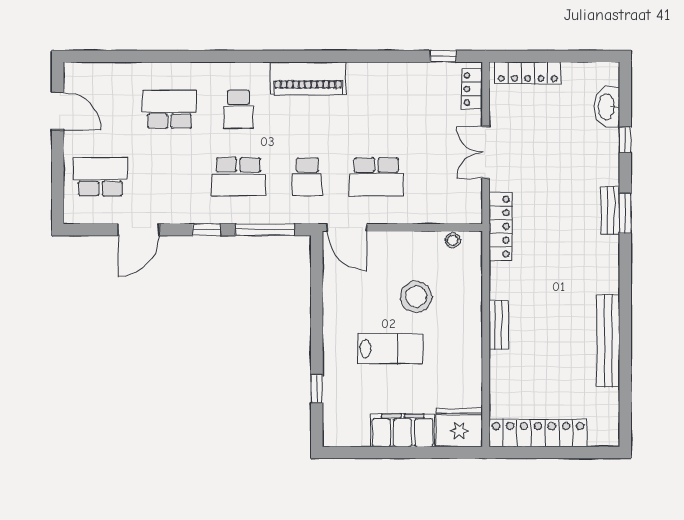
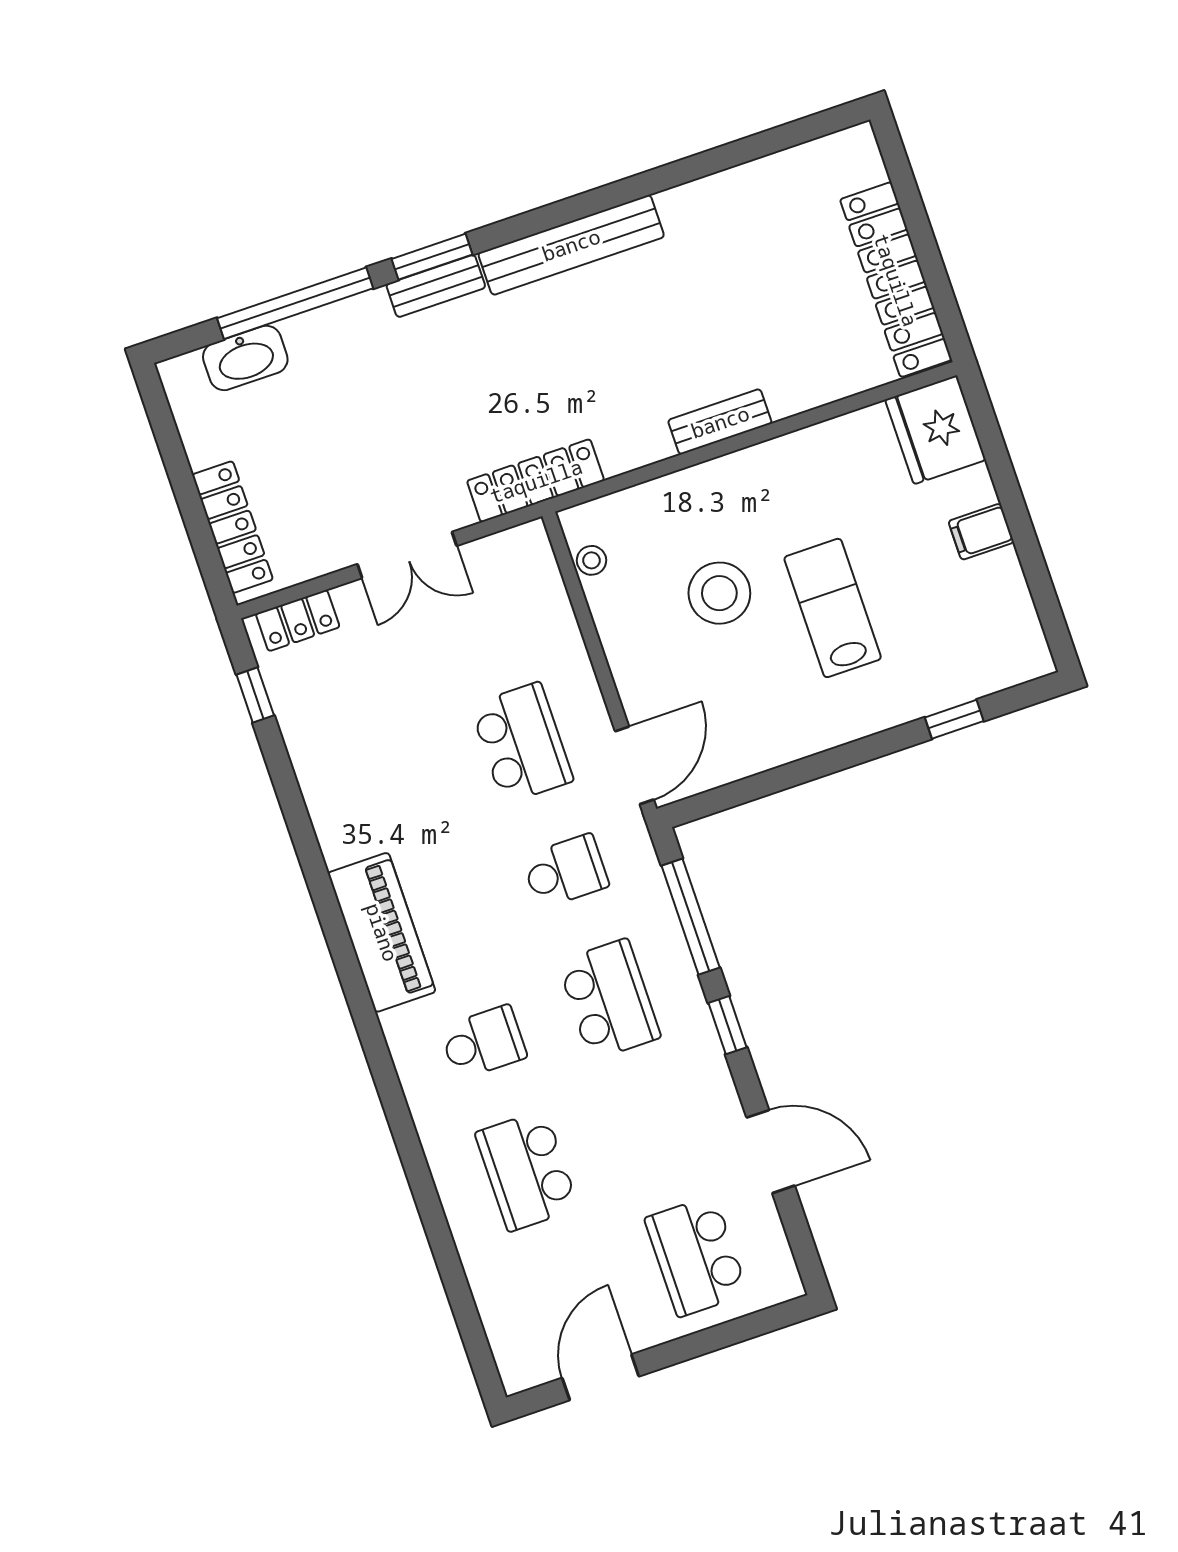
window: (625, 140) -> (295, 303), width x3.17
bench: (608, 341) -> (571, 245), moved
filing cabinet: (403, 430) -> (981, 532), width x0.33, depth x0.86

